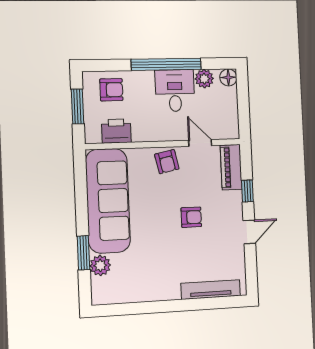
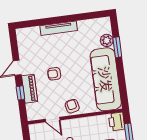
printer: (116, 131) -> (117, 122), moved, turned 90
piano: (231, 167) -> (30, 89), moved
tv unit: (211, 290) -> (59, 28), moved

